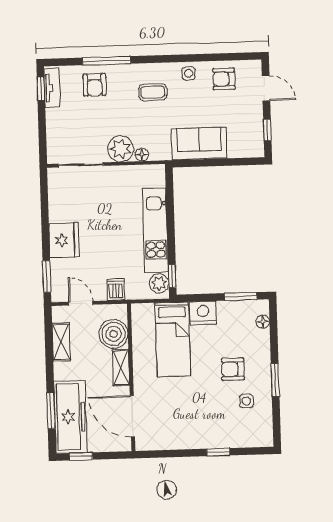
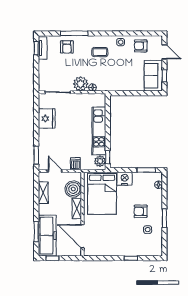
sofa: (199, 144) -> (153, 76), moved, turned -90
fridge: (64, 240) -> (47, 119), moved
bed: (173, 339) -> (102, 193), width x1.50

